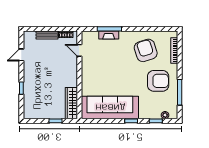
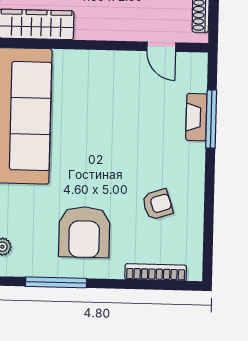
door: (79, 50) -> (161, 47), swing flipped
armchair: (146, 50) -> (157, 204), width x0.53, depth x0.53

